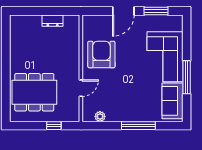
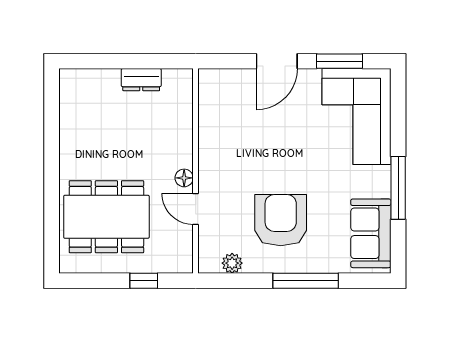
armchair: (101, 54) -> (281, 220), moved
corner sofa: (165, 57) -> (356, 117), moved
floor lamp: (75, 72) -> (184, 178), added
door: (81, 88) -> (196, 209), swing flipped

